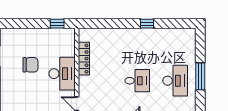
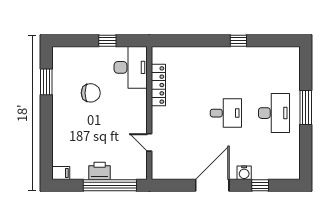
window: (57, 24) -> (107, 41), moved
desk: (62, 74) -> (131, 67), moved

